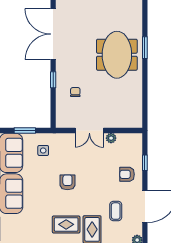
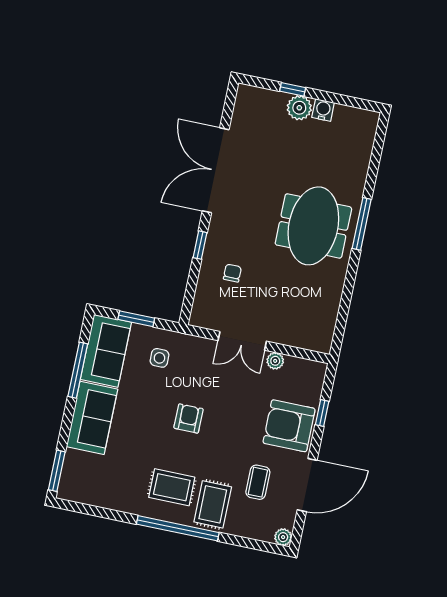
window: (145, 48) -> (362, 224), width x1.44
armchair: (127, 174) -> (289, 426), width x1.88, depth x1.88

